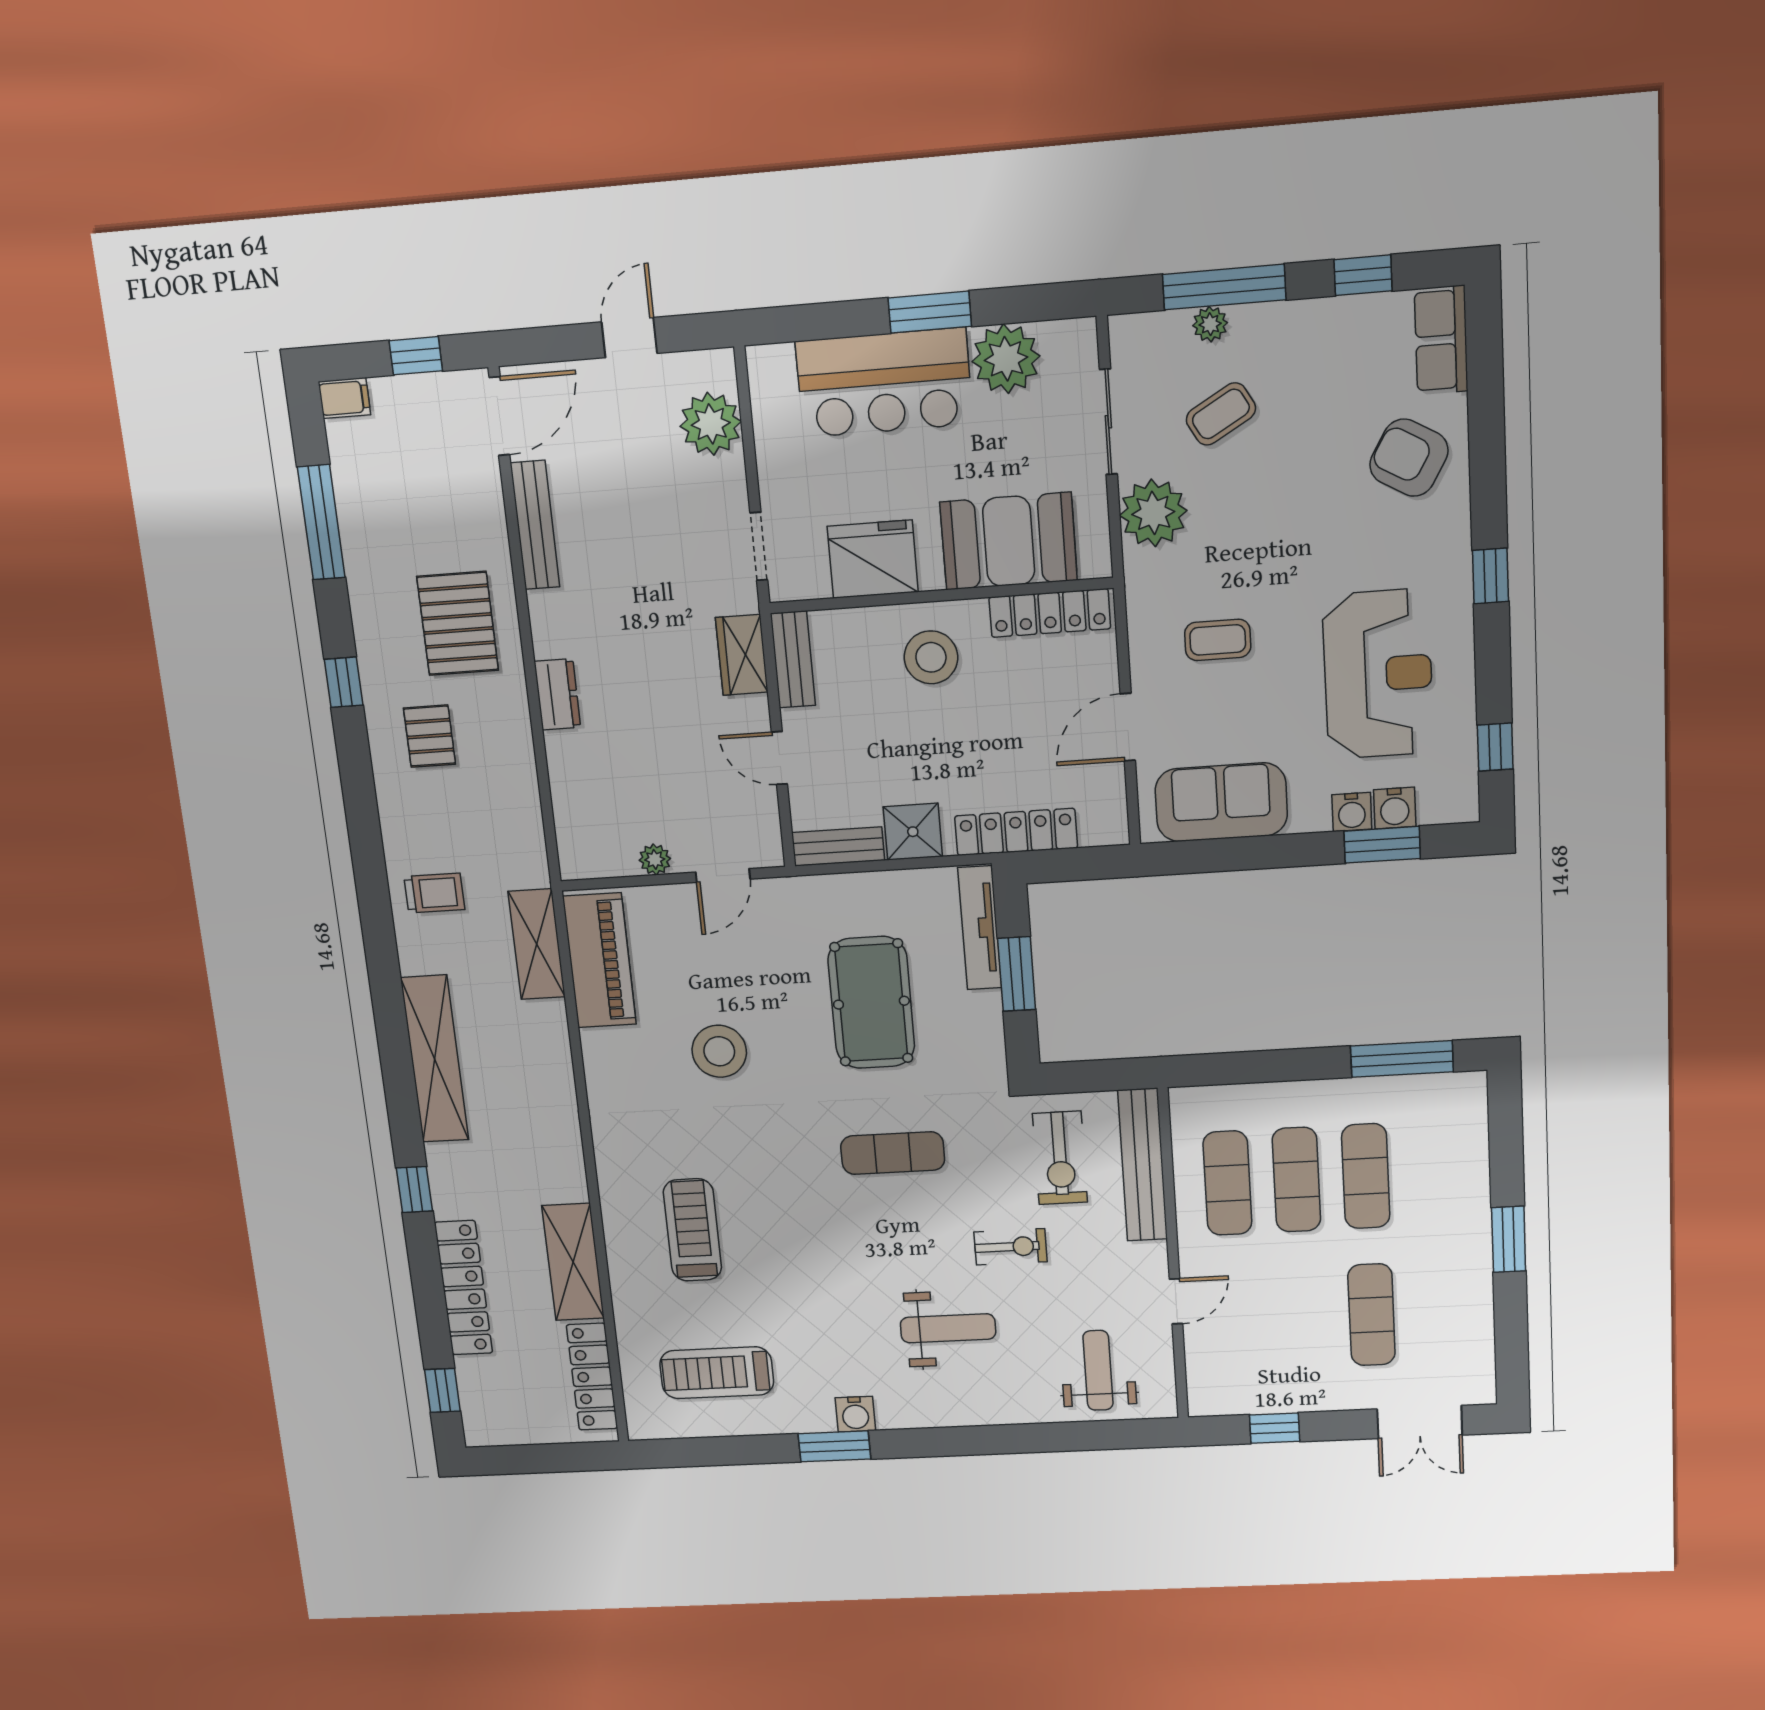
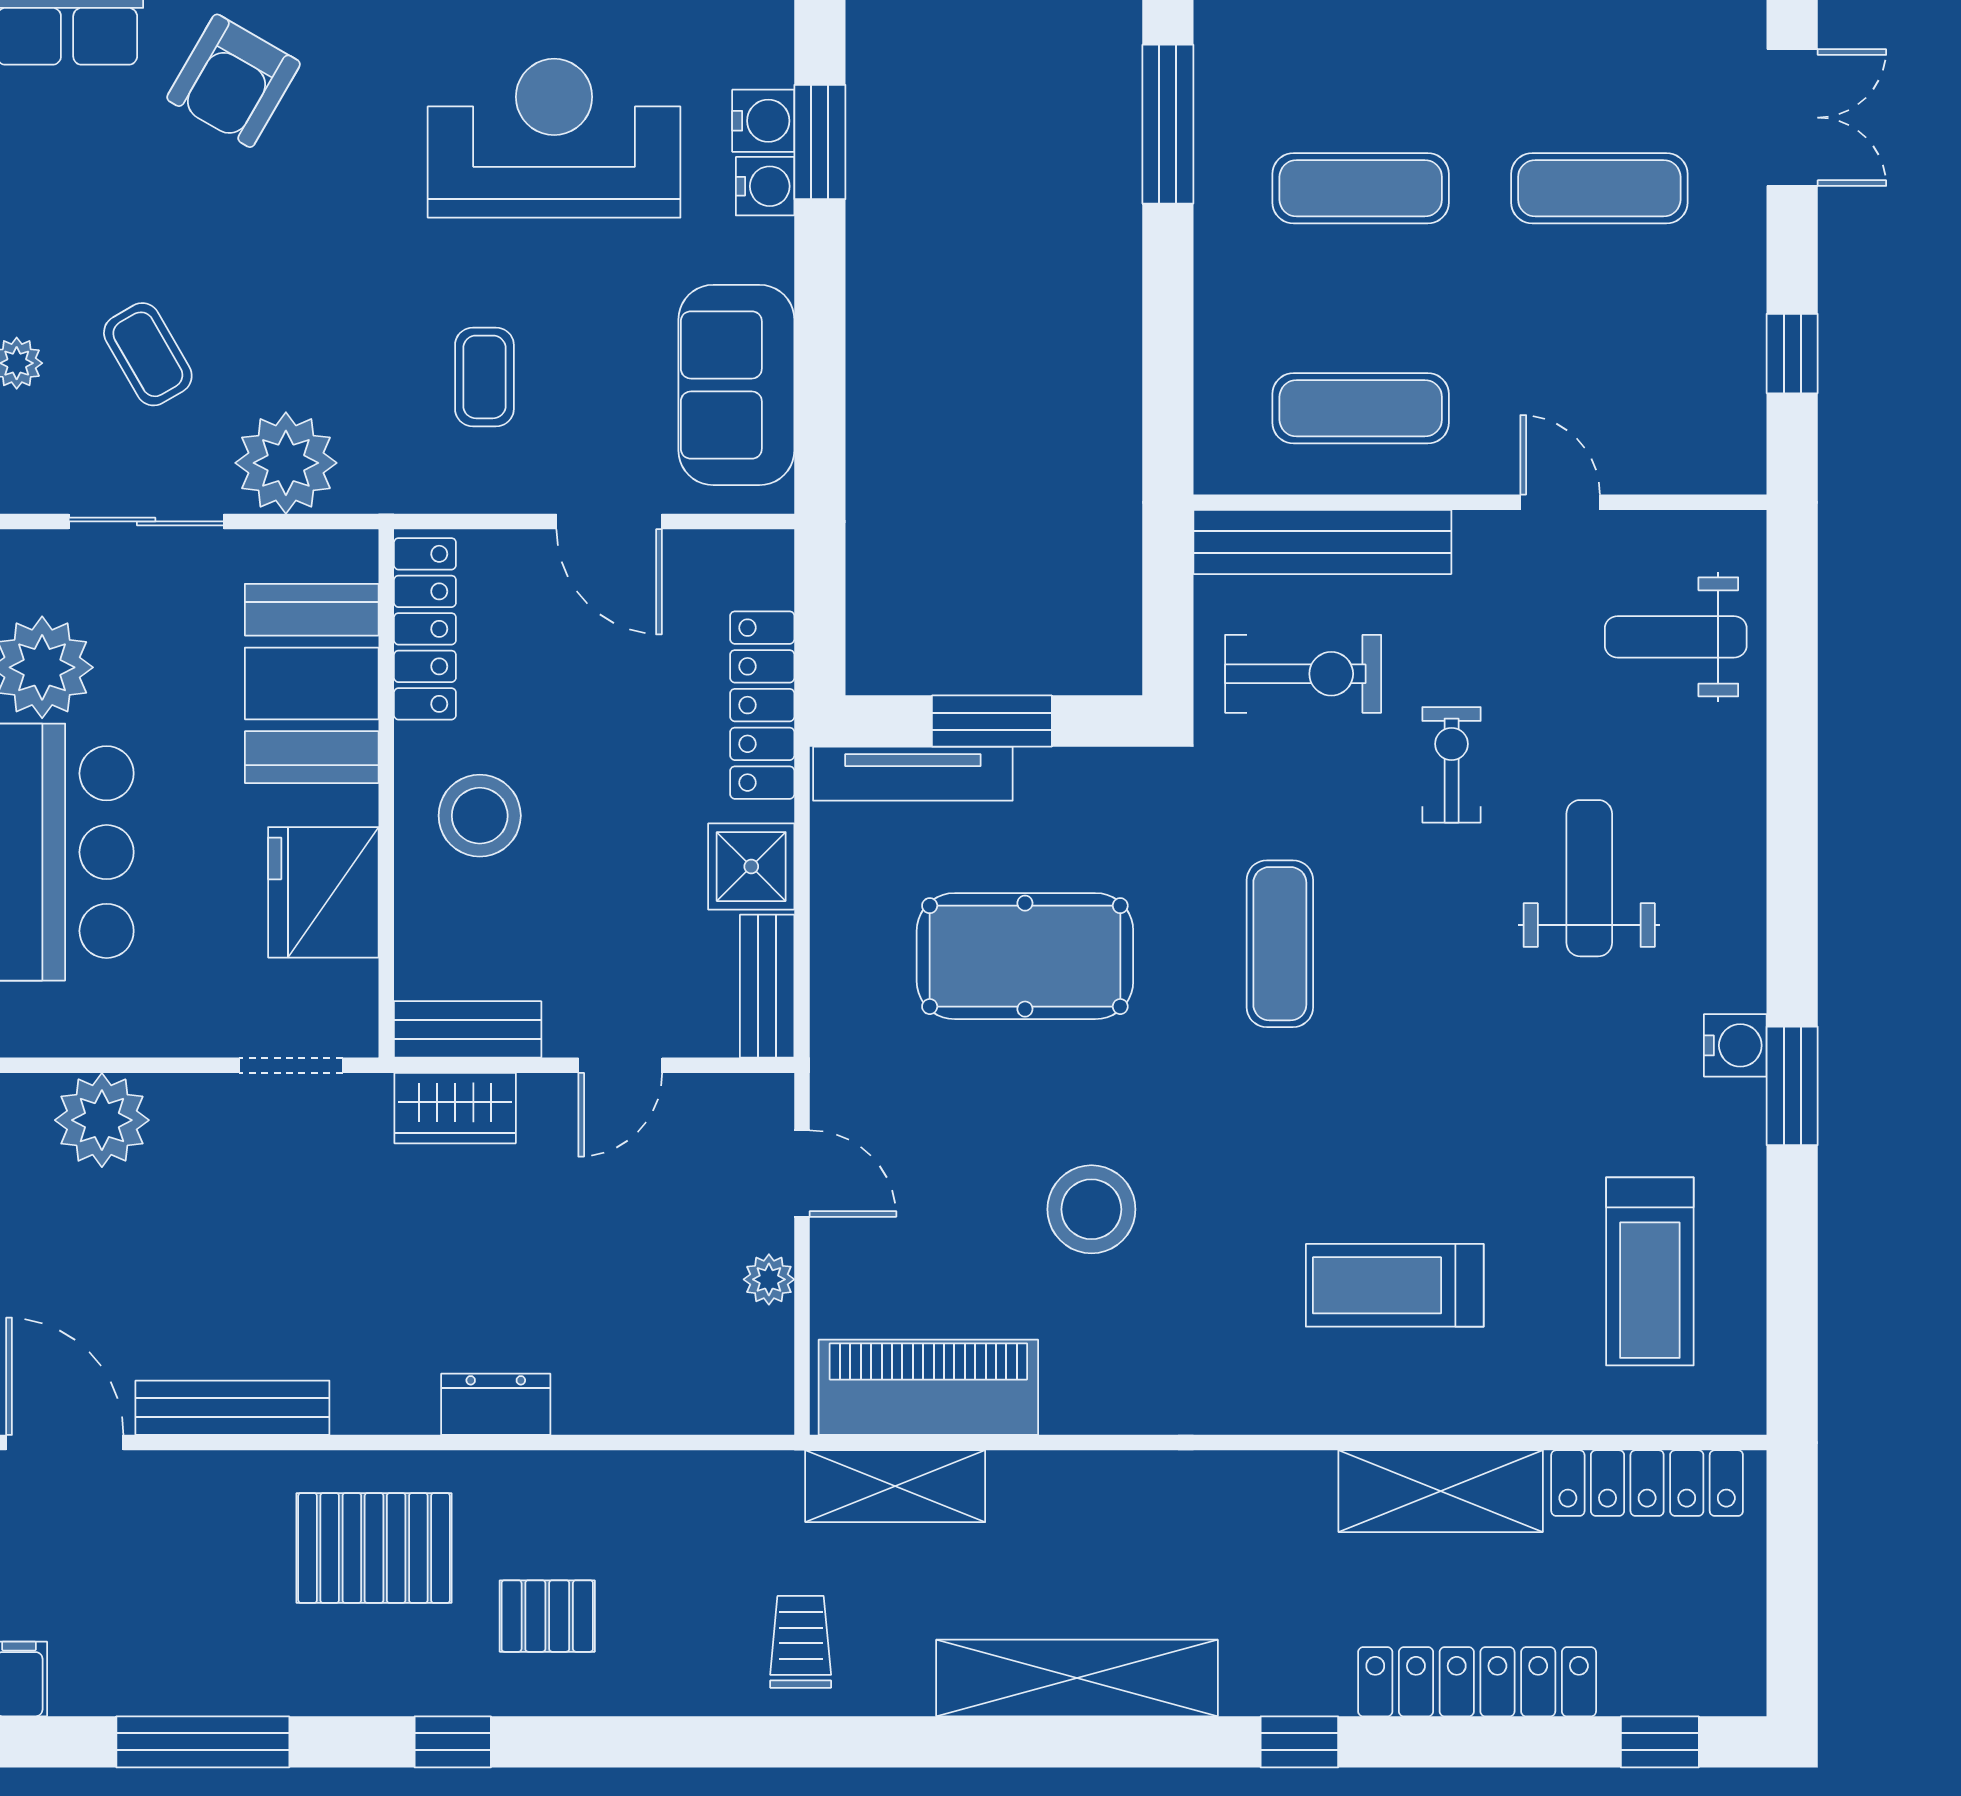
exercise mat: (1296, 1180) -> (1361, 298), removed

